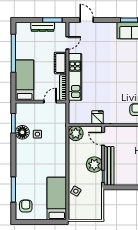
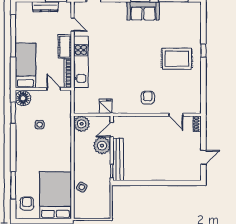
door: (67, 43) -> (72, 24), hinge flipped
door: (50, 102) -> (54, 89), hinge flipped
floor lamp: (22, 132) -> (23, 98), moved
door: (103, 139) -> (112, 130), hinge flipped
plant: (94, 164) -> (102, 146), moved
bed: (57, 198) -> (56, 195), width x1.50

